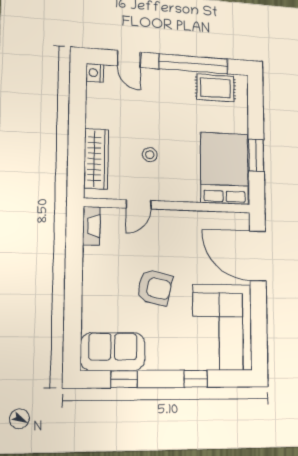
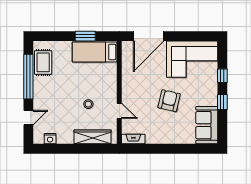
nightstand: (95, 73) -> (50, 139), moved
bed: (224, 168) -> (95, 52), width x0.67
window: (124, 379) -> (222, 102), moved

